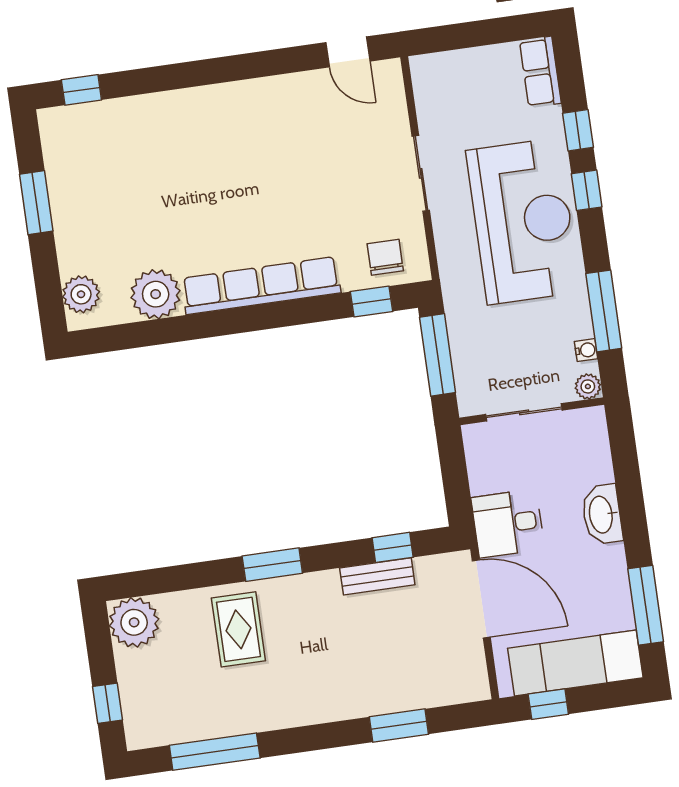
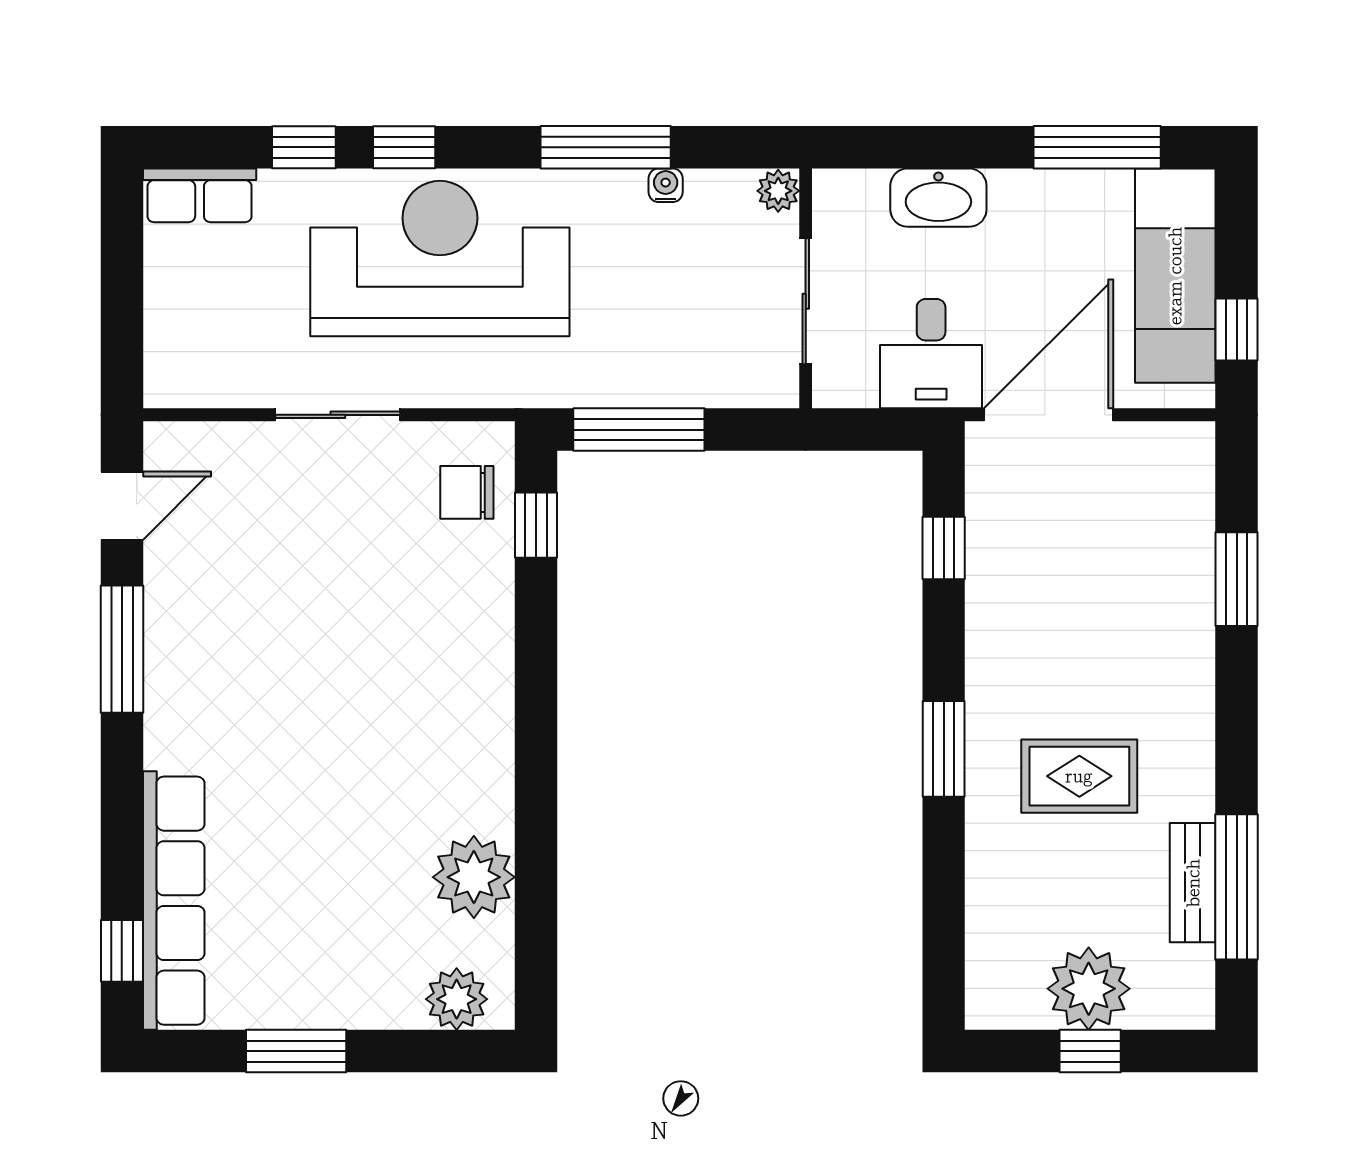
window: (262, 64) -> (122, 649), added
row of seats: (261, 286) -> (174, 901), moved, turned 180
plant: (588, 386) -> (778, 191), moved
wall: (532, 411) -> (806, 288), moved
sliding door: (524, 412) -> (806, 301), moved
bench: (377, 576) -> (1193, 883), moved
plant: (134, 622) -> (1089, 989), moved
rug: (238, 629) -> (1079, 776), moved
window: (107, 703) -> (1090, 1051), moved

